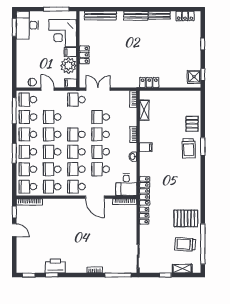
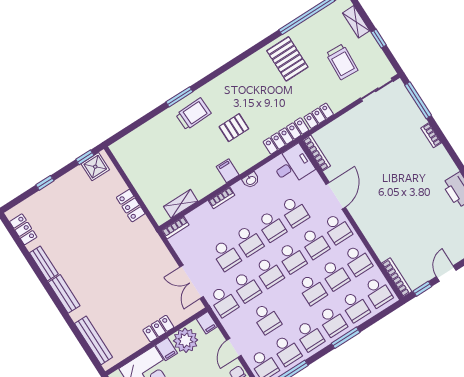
locker: (149, 82) -> (131, 206), moved
pallet: (192, 124) -> (234, 128), moved
school desk: (52, 134) -> (246, 287), moved
trolley: (185, 244) -> (342, 62), moved

